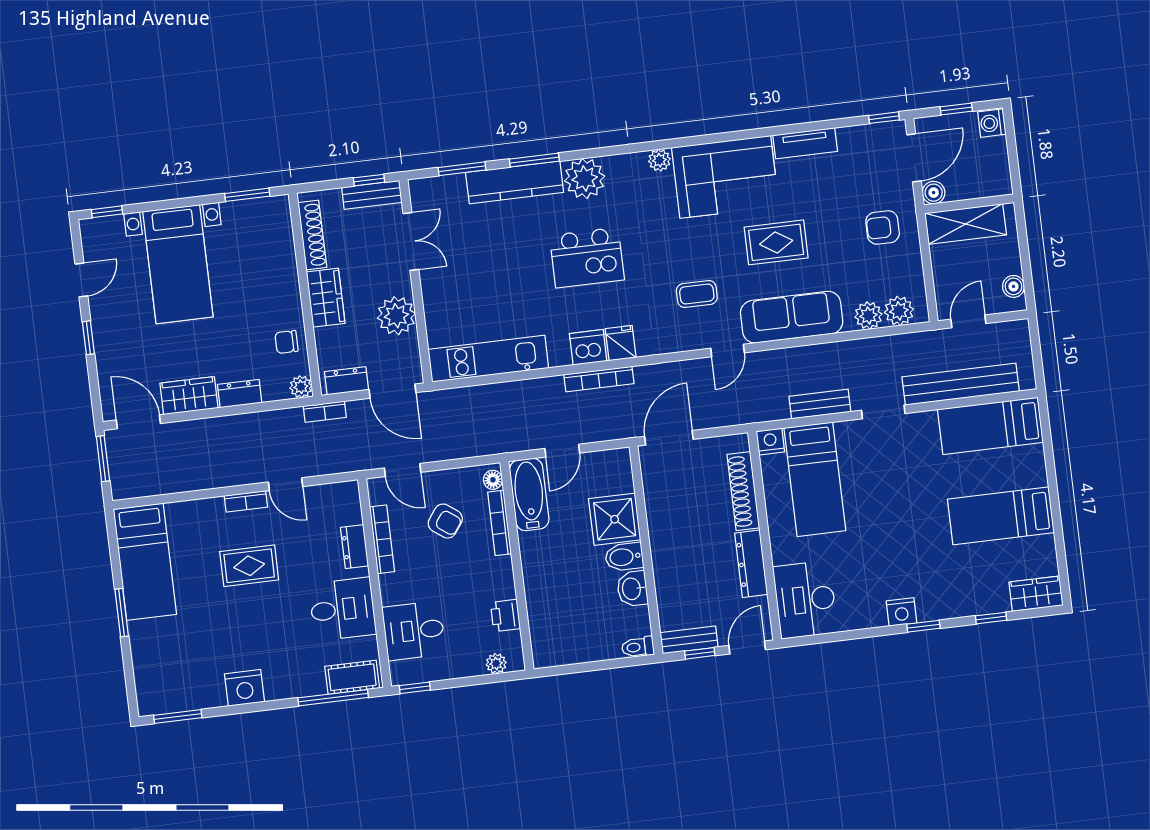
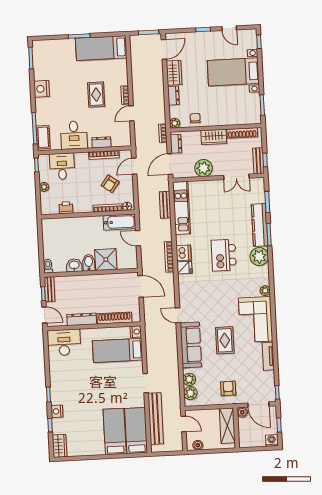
coffee table: (697, 294) -> (204, 303), removed
bench: (820, 404) -> (165, 205), moved
bed: (1001, 516) -> (115, 431), moved
nightstand: (902, 612) -> (57, 411), moved
plant: (496, 664) -> (44, 187), moved

